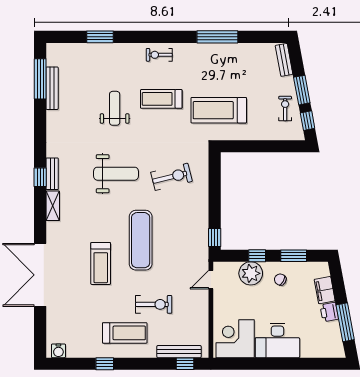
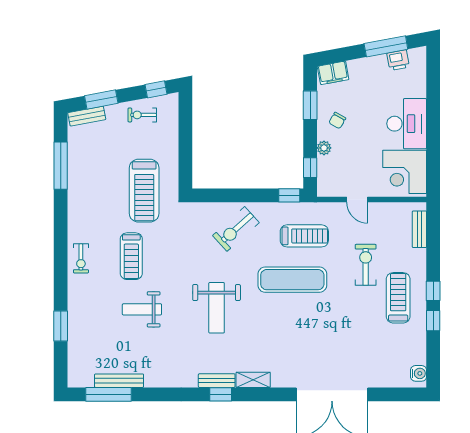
window: (217, 37) -> (61, 166), moved
window: (302, 90) -> (101, 100), moved
weight bench: (116, 174) -> (217, 308), turned 180
exercise bike: (172, 177) -> (236, 229), moved, turned -118
window: (257, 256) -> (310, 168), moved
treadmill: (101, 263) -> (304, 236), moved
plant: (251, 273) -> (324, 148), width x0.53, depth x0.53
door: (211, 280) -> (357, 200), moved
filing cabinet: (325, 290) -> (333, 73), moved
printer: (329, 312) -> (398, 60), moved
bench: (179, 352) -> (419, 229), width x0.73
window: (185, 364) -> (433, 291), moved

